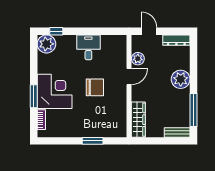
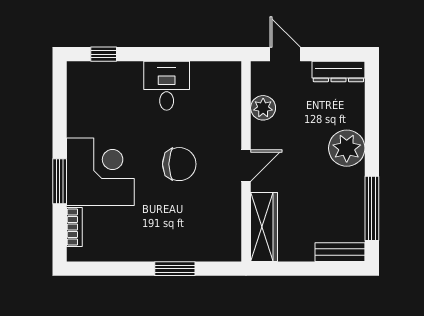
plant: (46, 44) -> (85, 79), removed
door: (129, 76) -> (246, 166), moved

